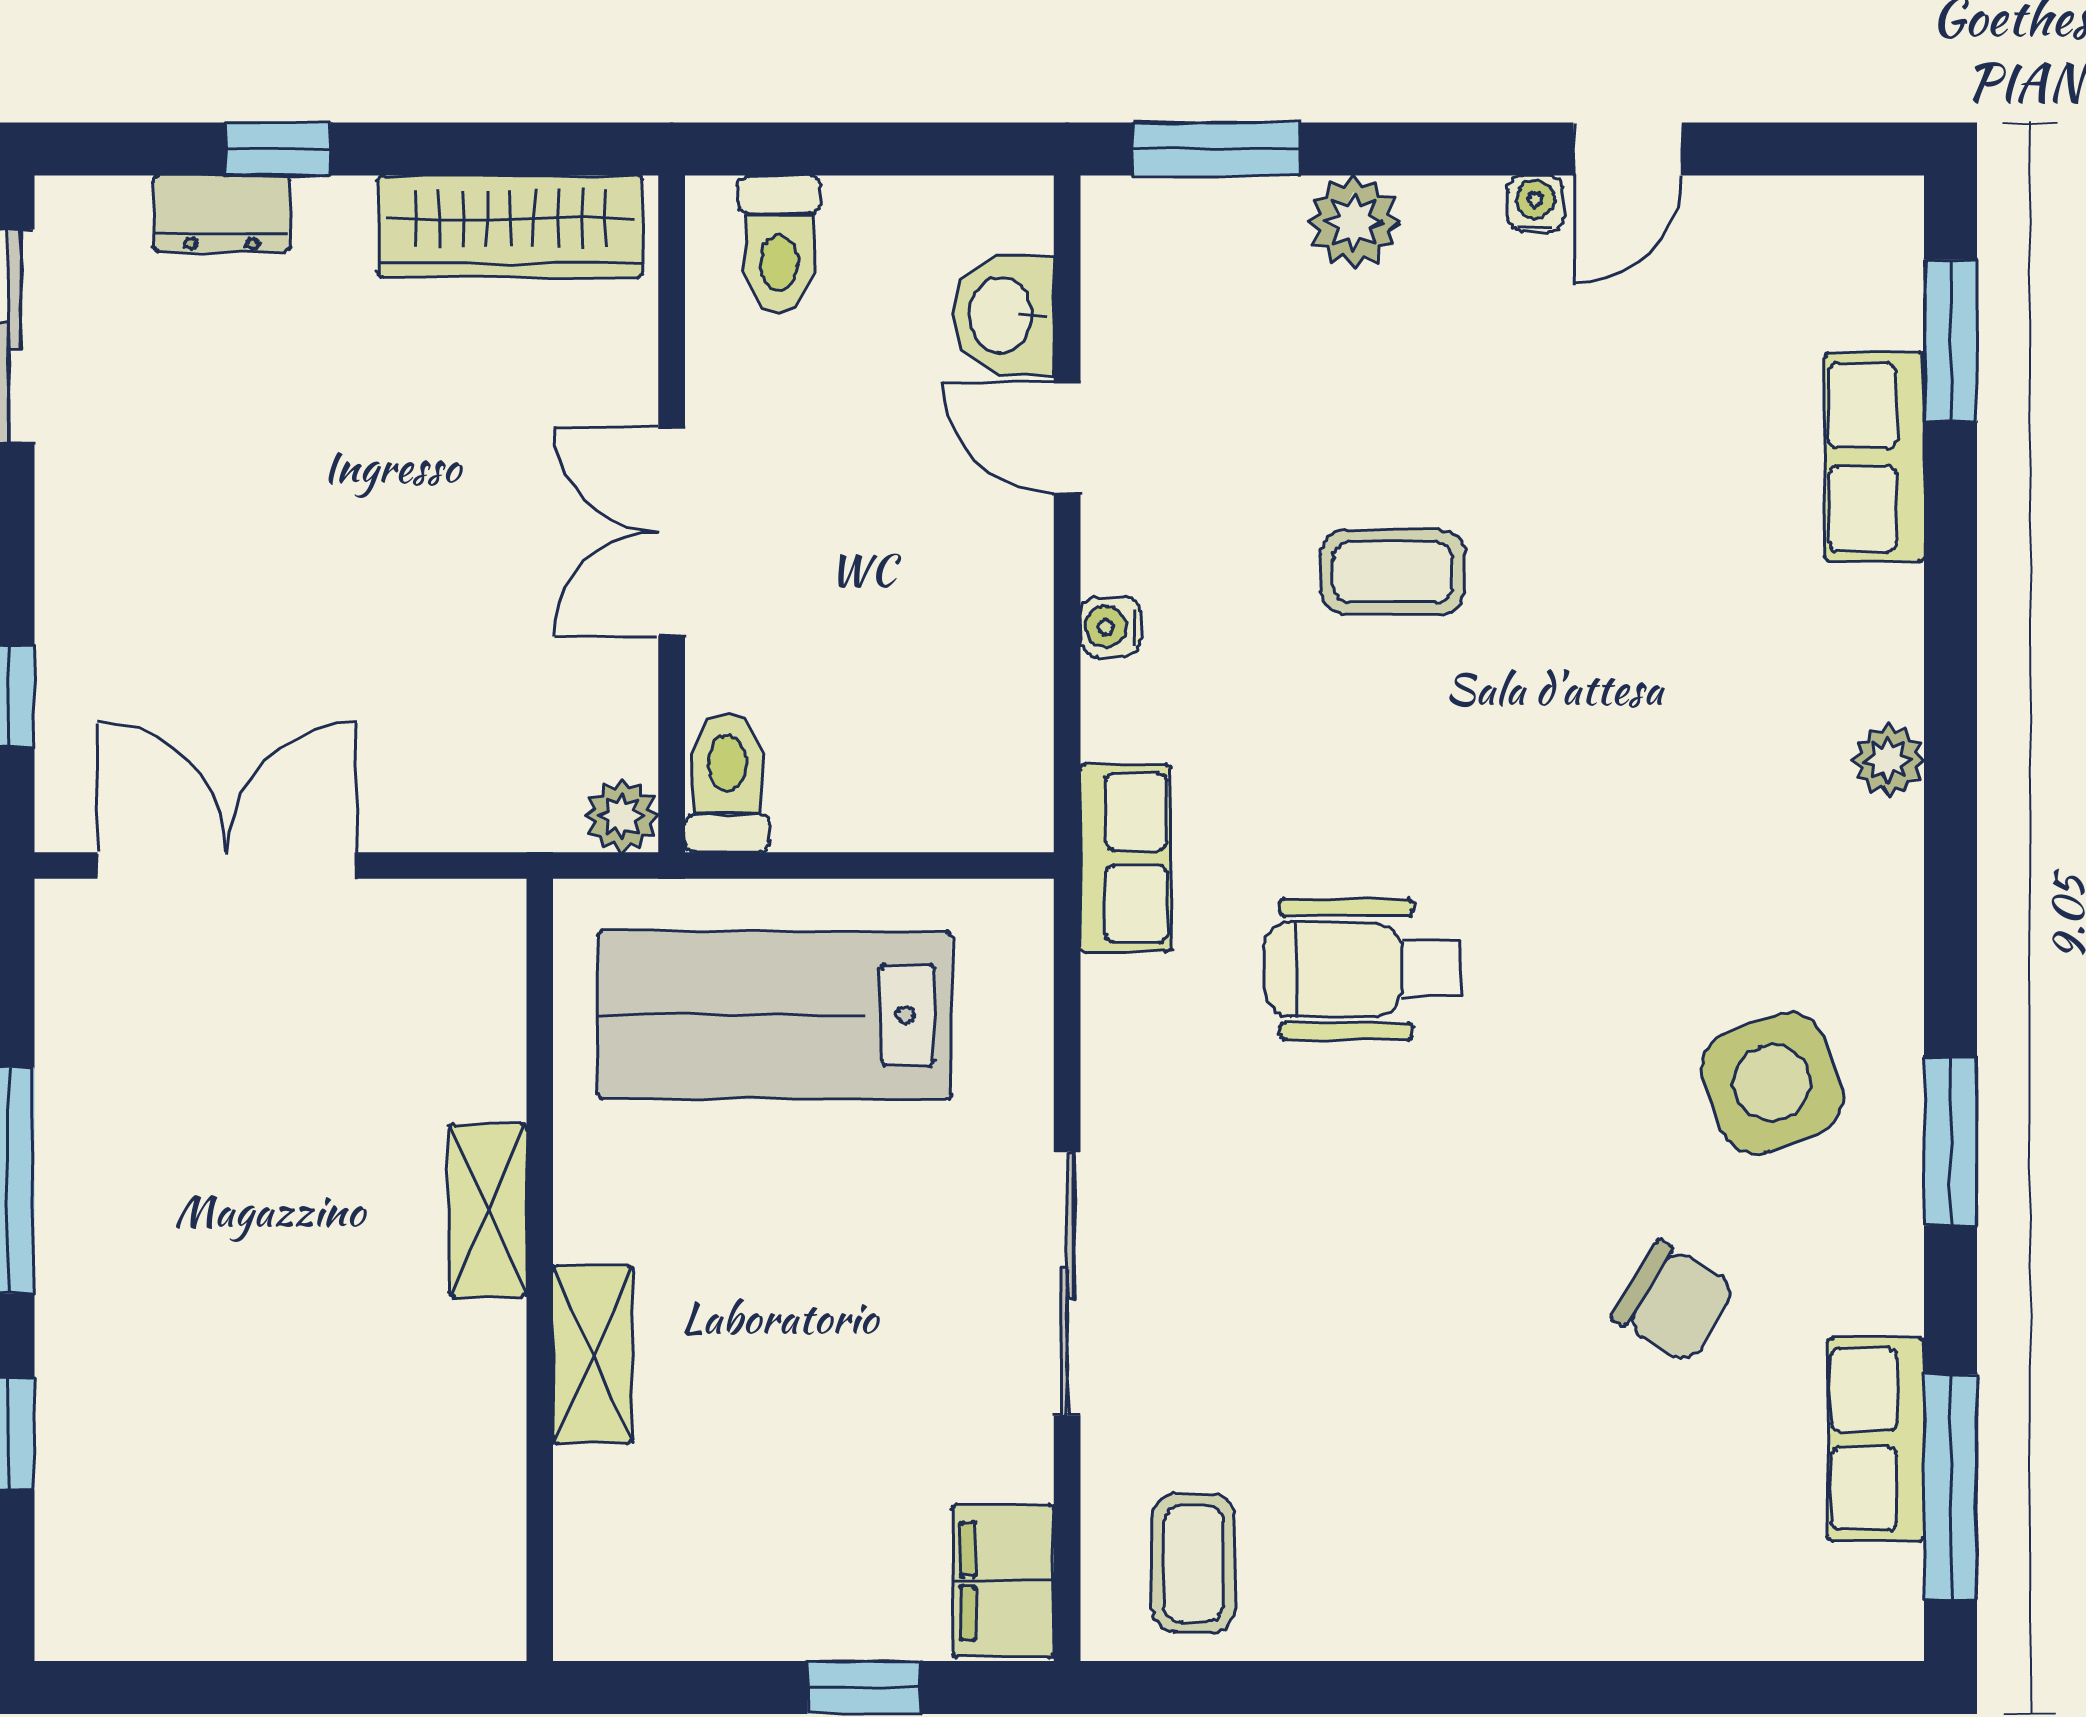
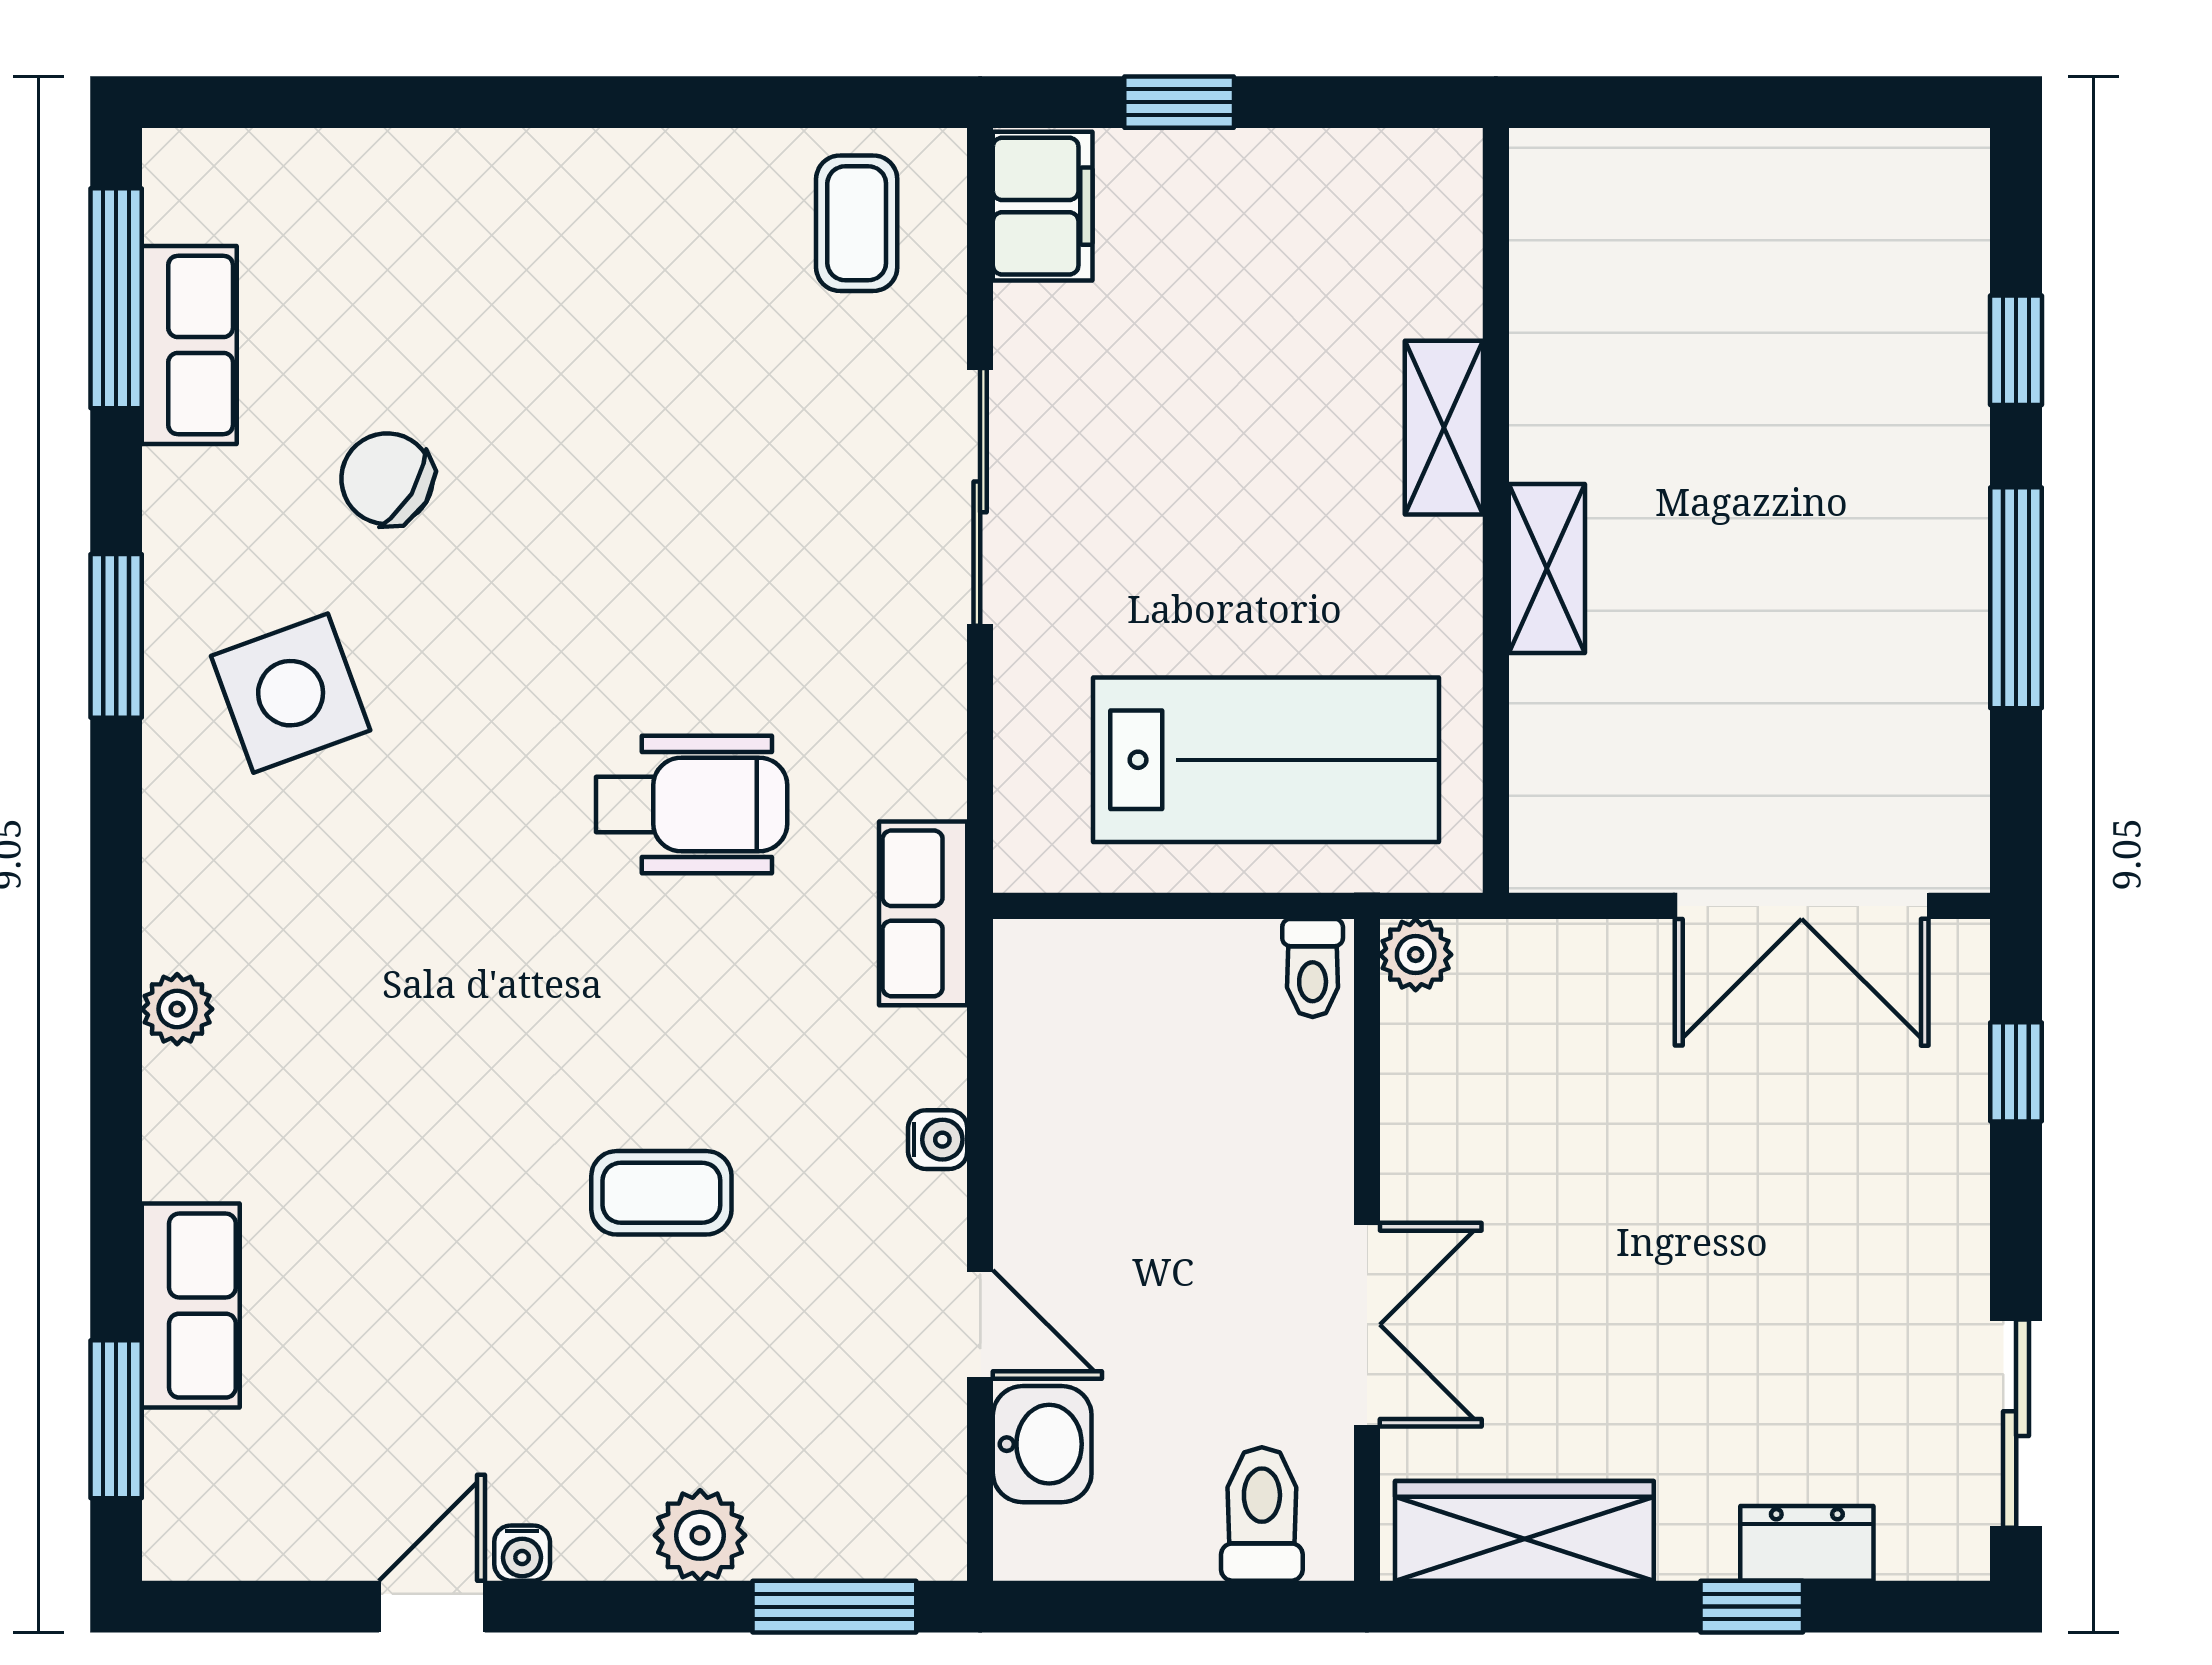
double door: (672, 531) -> (1367, 1325), moved
toilet: (727, 783) -> (1313, 968), width x0.73, depth x0.72

